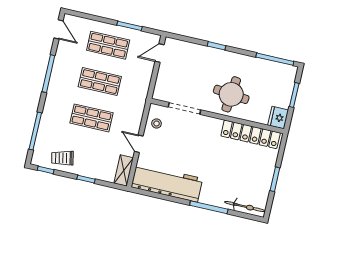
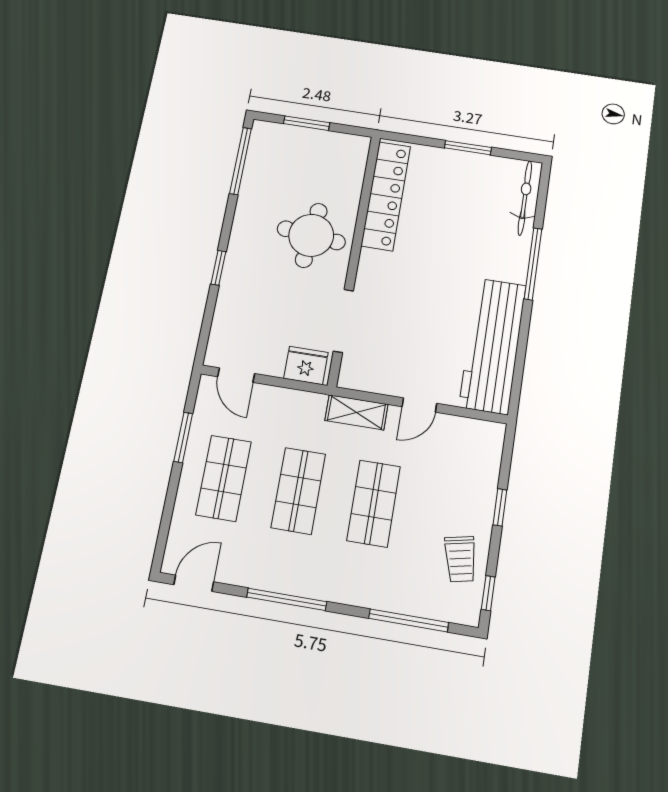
fridge: (278, 118) -> (306, 366), moved, turned 180
stool: (157, 123) -> (377, 373), removed
shelving: (124, 170) -> (356, 412), moved

